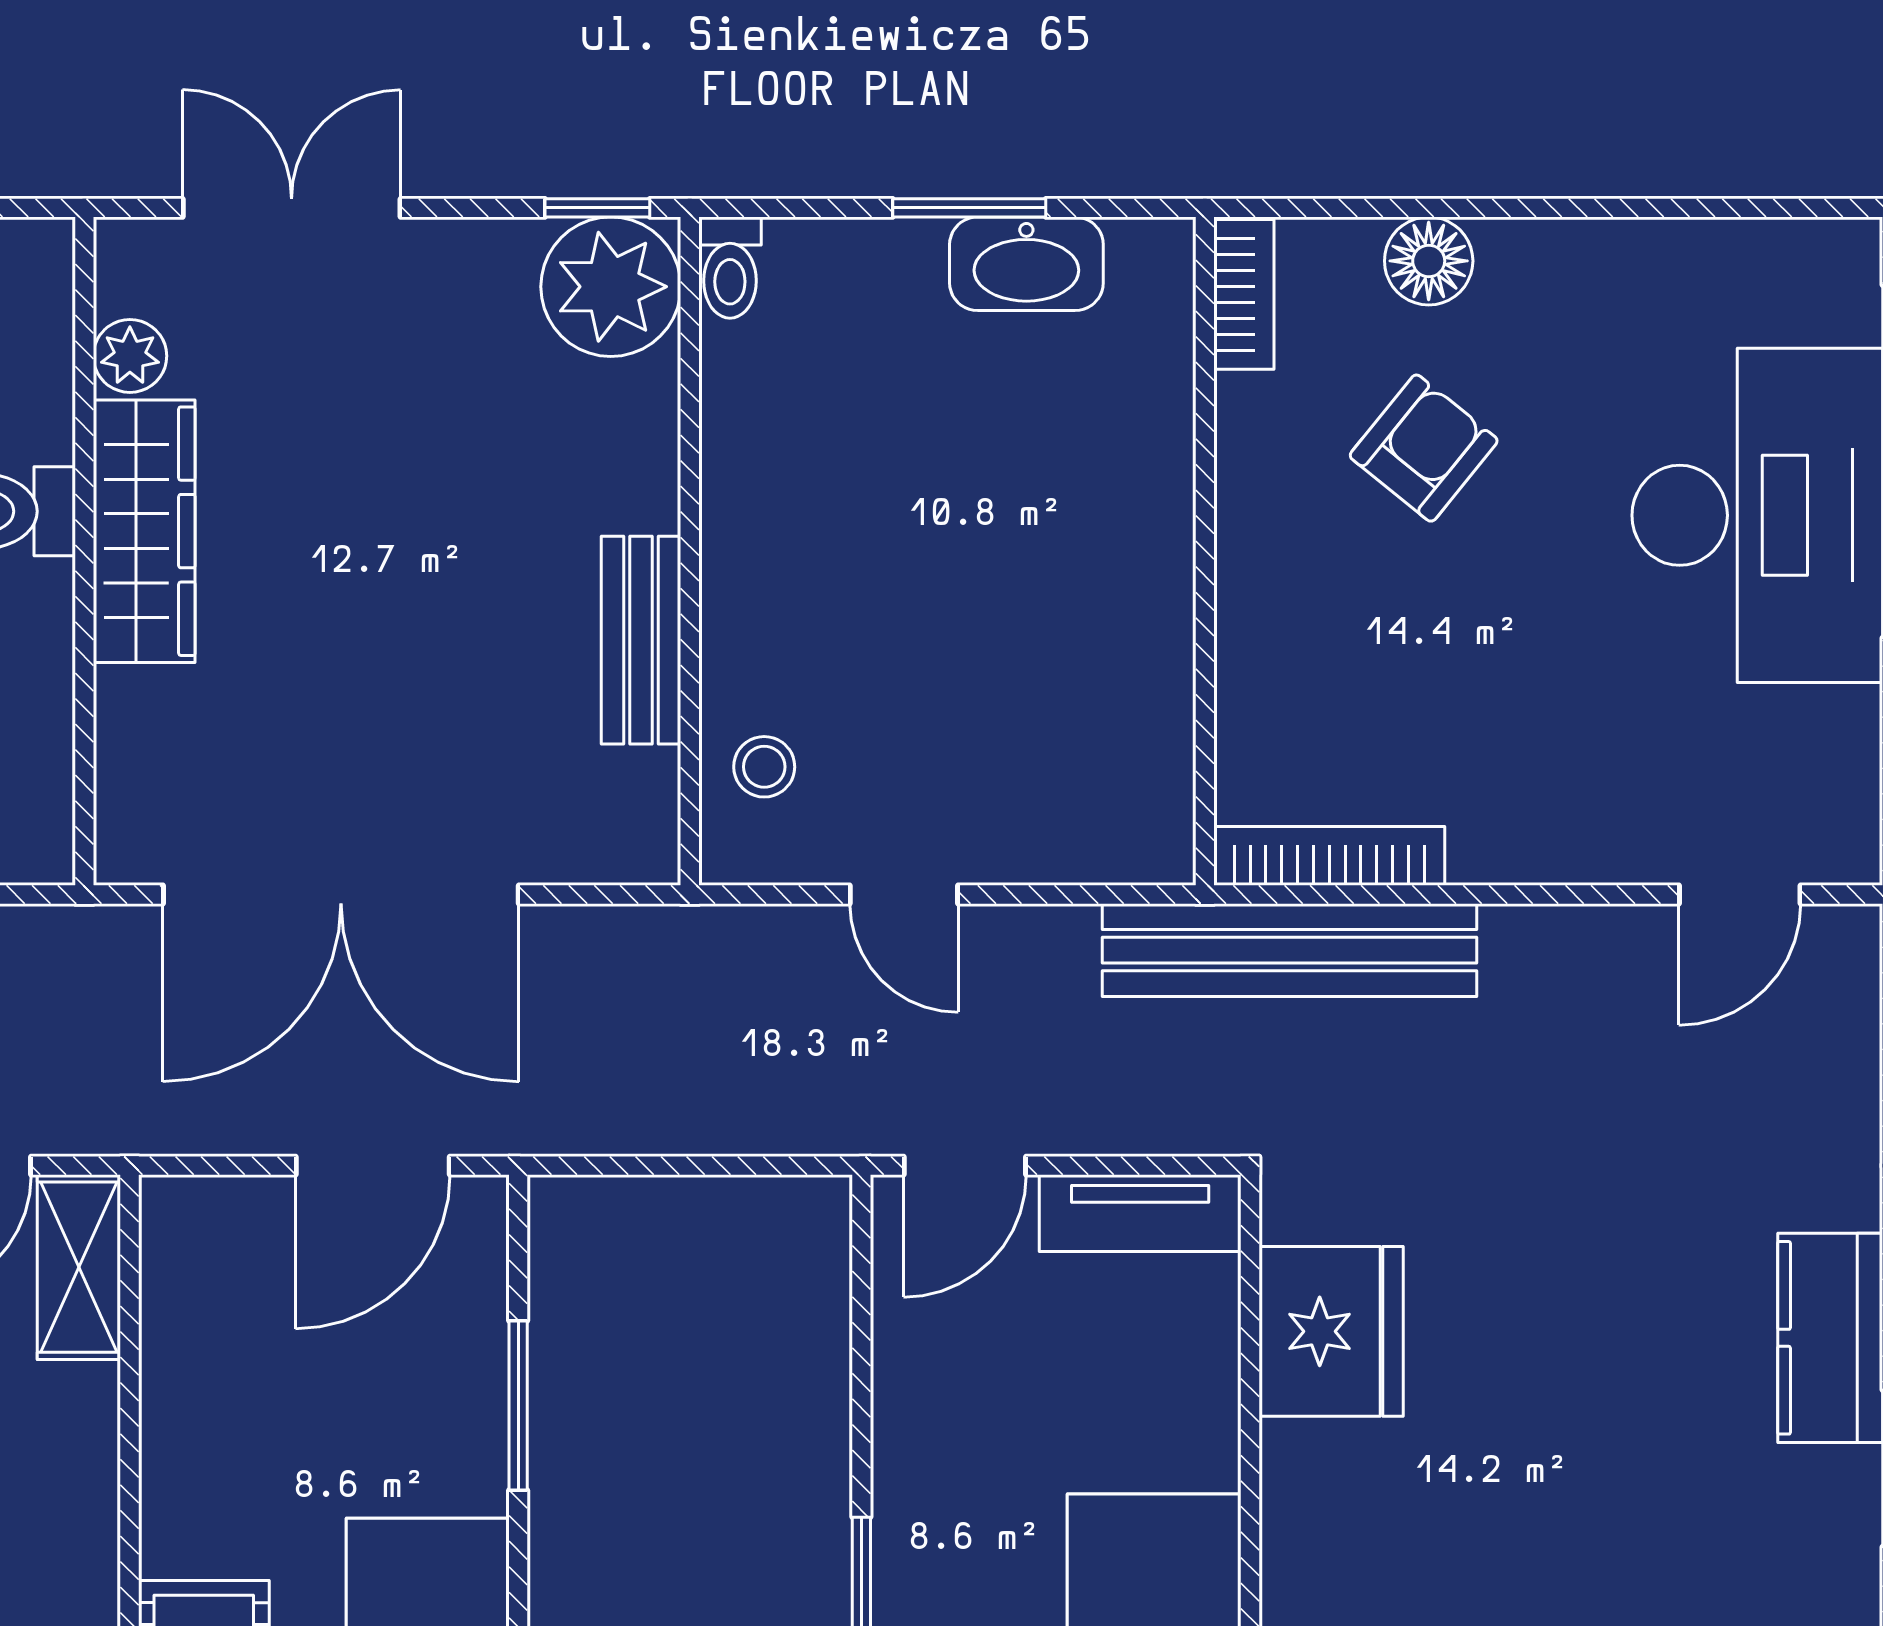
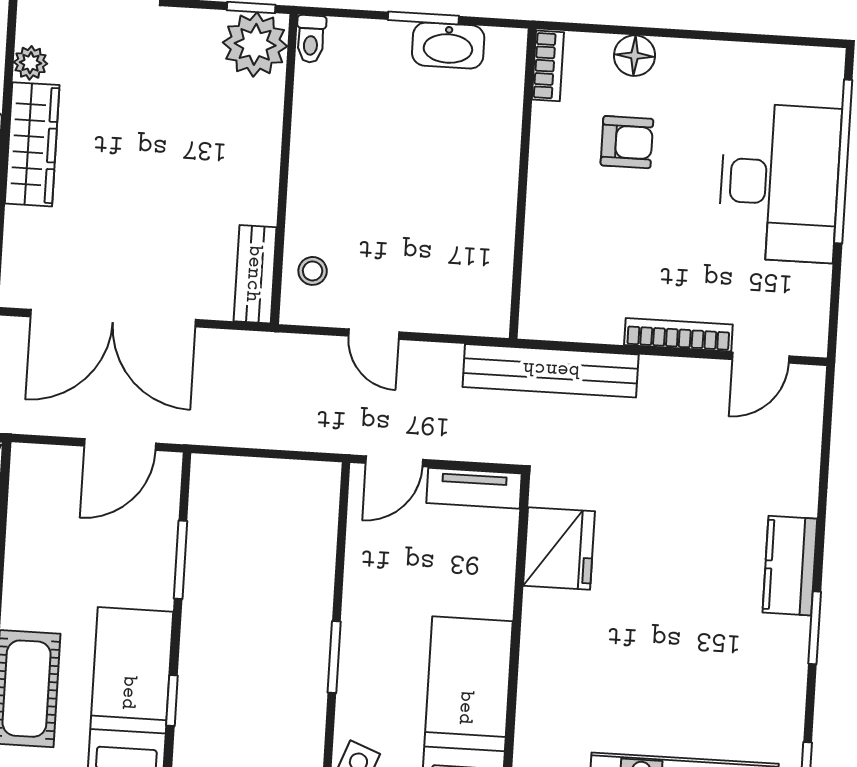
armchair: (1424, 448) -> (627, 142), turned 51
bench: (641, 640) -> (255, 274), moved
bookcase: (1329, 856) -> (678, 335), moved

